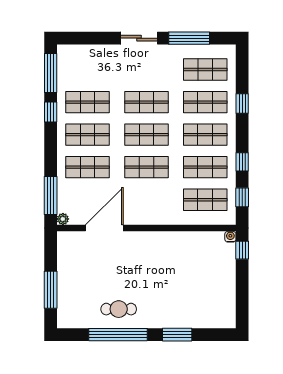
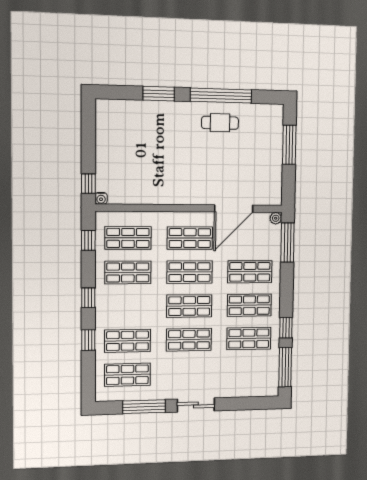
shop shelf: (205, 135) -> (190, 238), moved
window: (242, 162) -> (88, 298), moved

